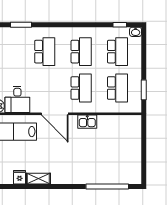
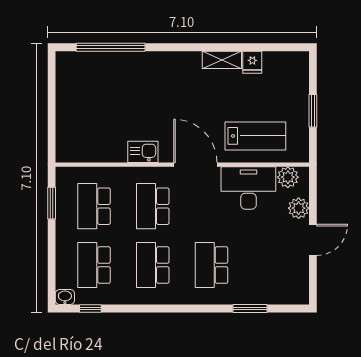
desk: (17, 99) -> (248, 188), width x1.37

